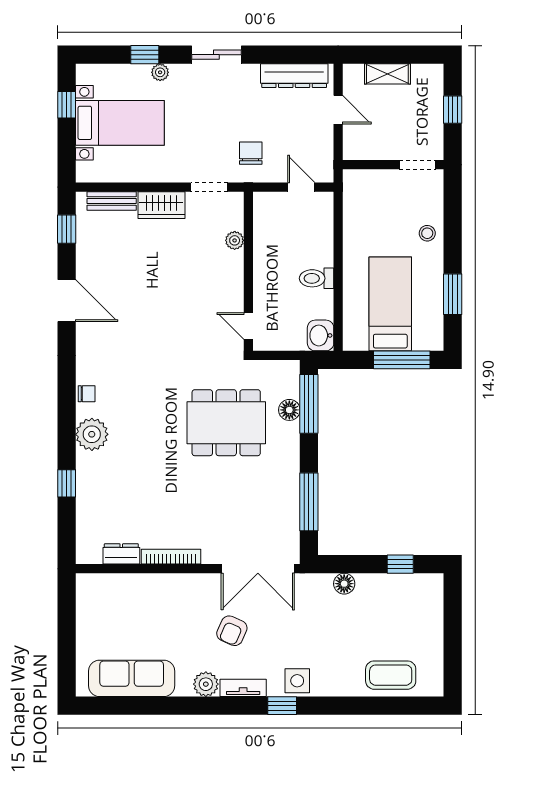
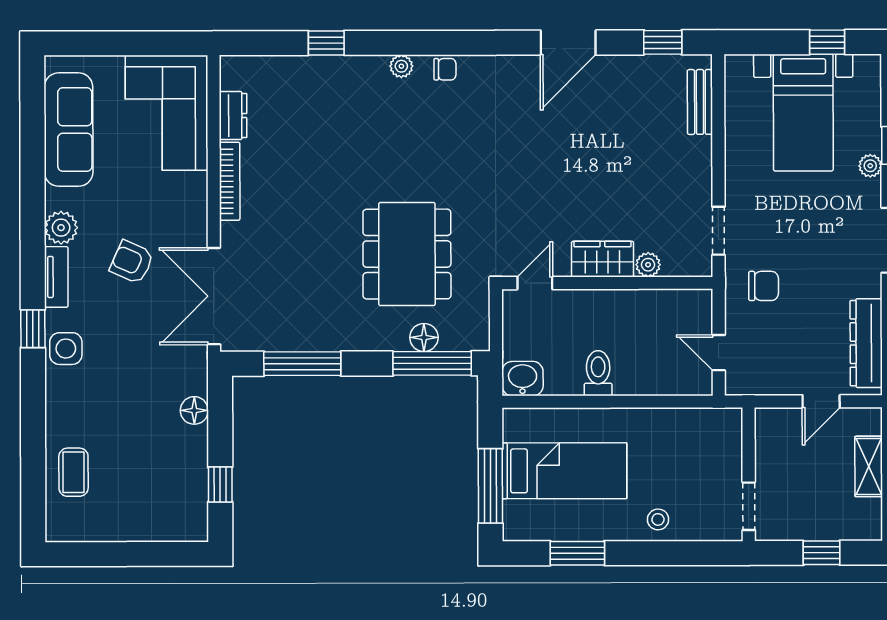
door: (301, 187) -> (719, 353), swing flipped
wardrobe: (161, 205) -> (602, 259), moved, turned 90
chair: (87, 394) -> (445, 69), turned -90
plant: (92, 434) -> (401, 66), width x0.53, depth x0.53
corner sofa: (119, 604) -> (167, 113), added
coffee table: (391, 675) -> (74, 472), width x0.73, depth x0.77

